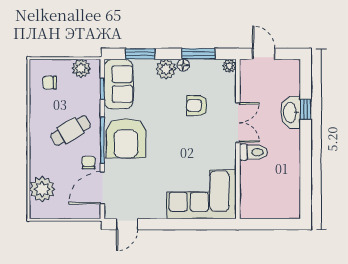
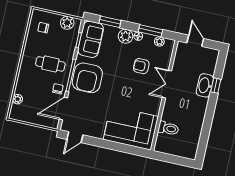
plant: (229, 66) -> (159, 41), moved
double door: (238, 122) -> (167, 84), swing flipped
cafe table: (71, 131) -> (50, 64), turned 30
toilet: (253, 152) -> (168, 128), moved
plant: (42, 189) -> (18, 99), width x0.53, depth x0.53

